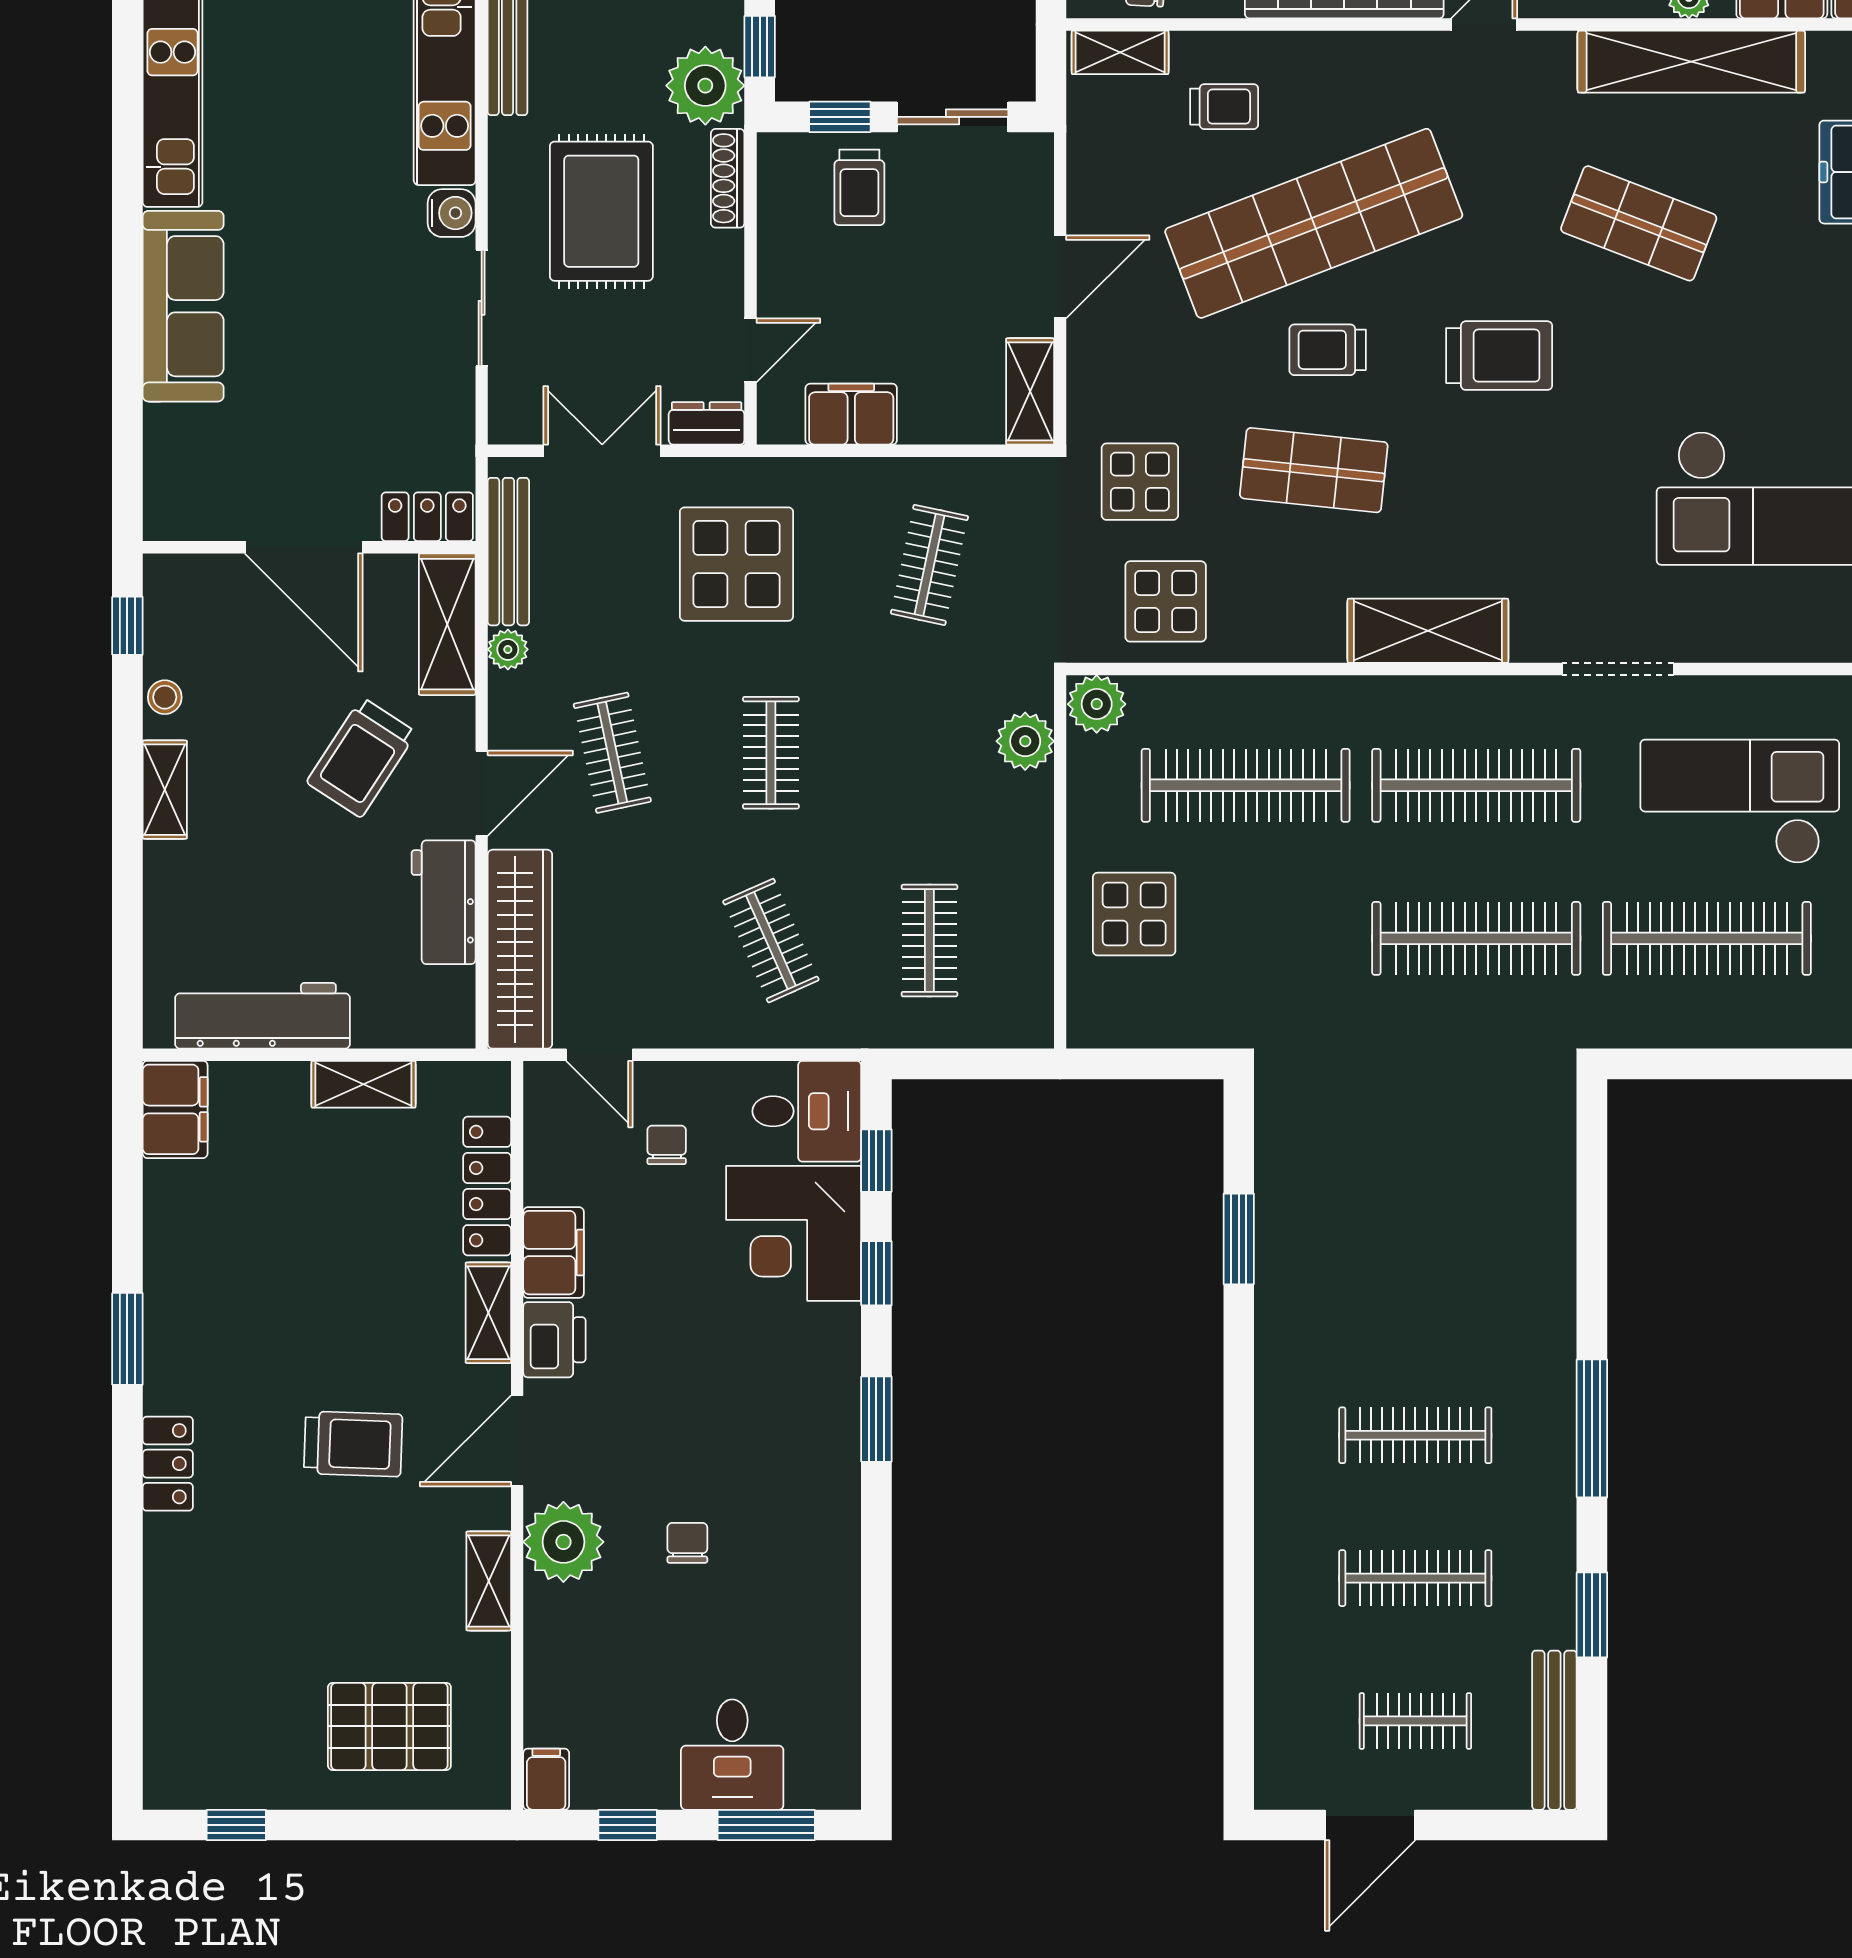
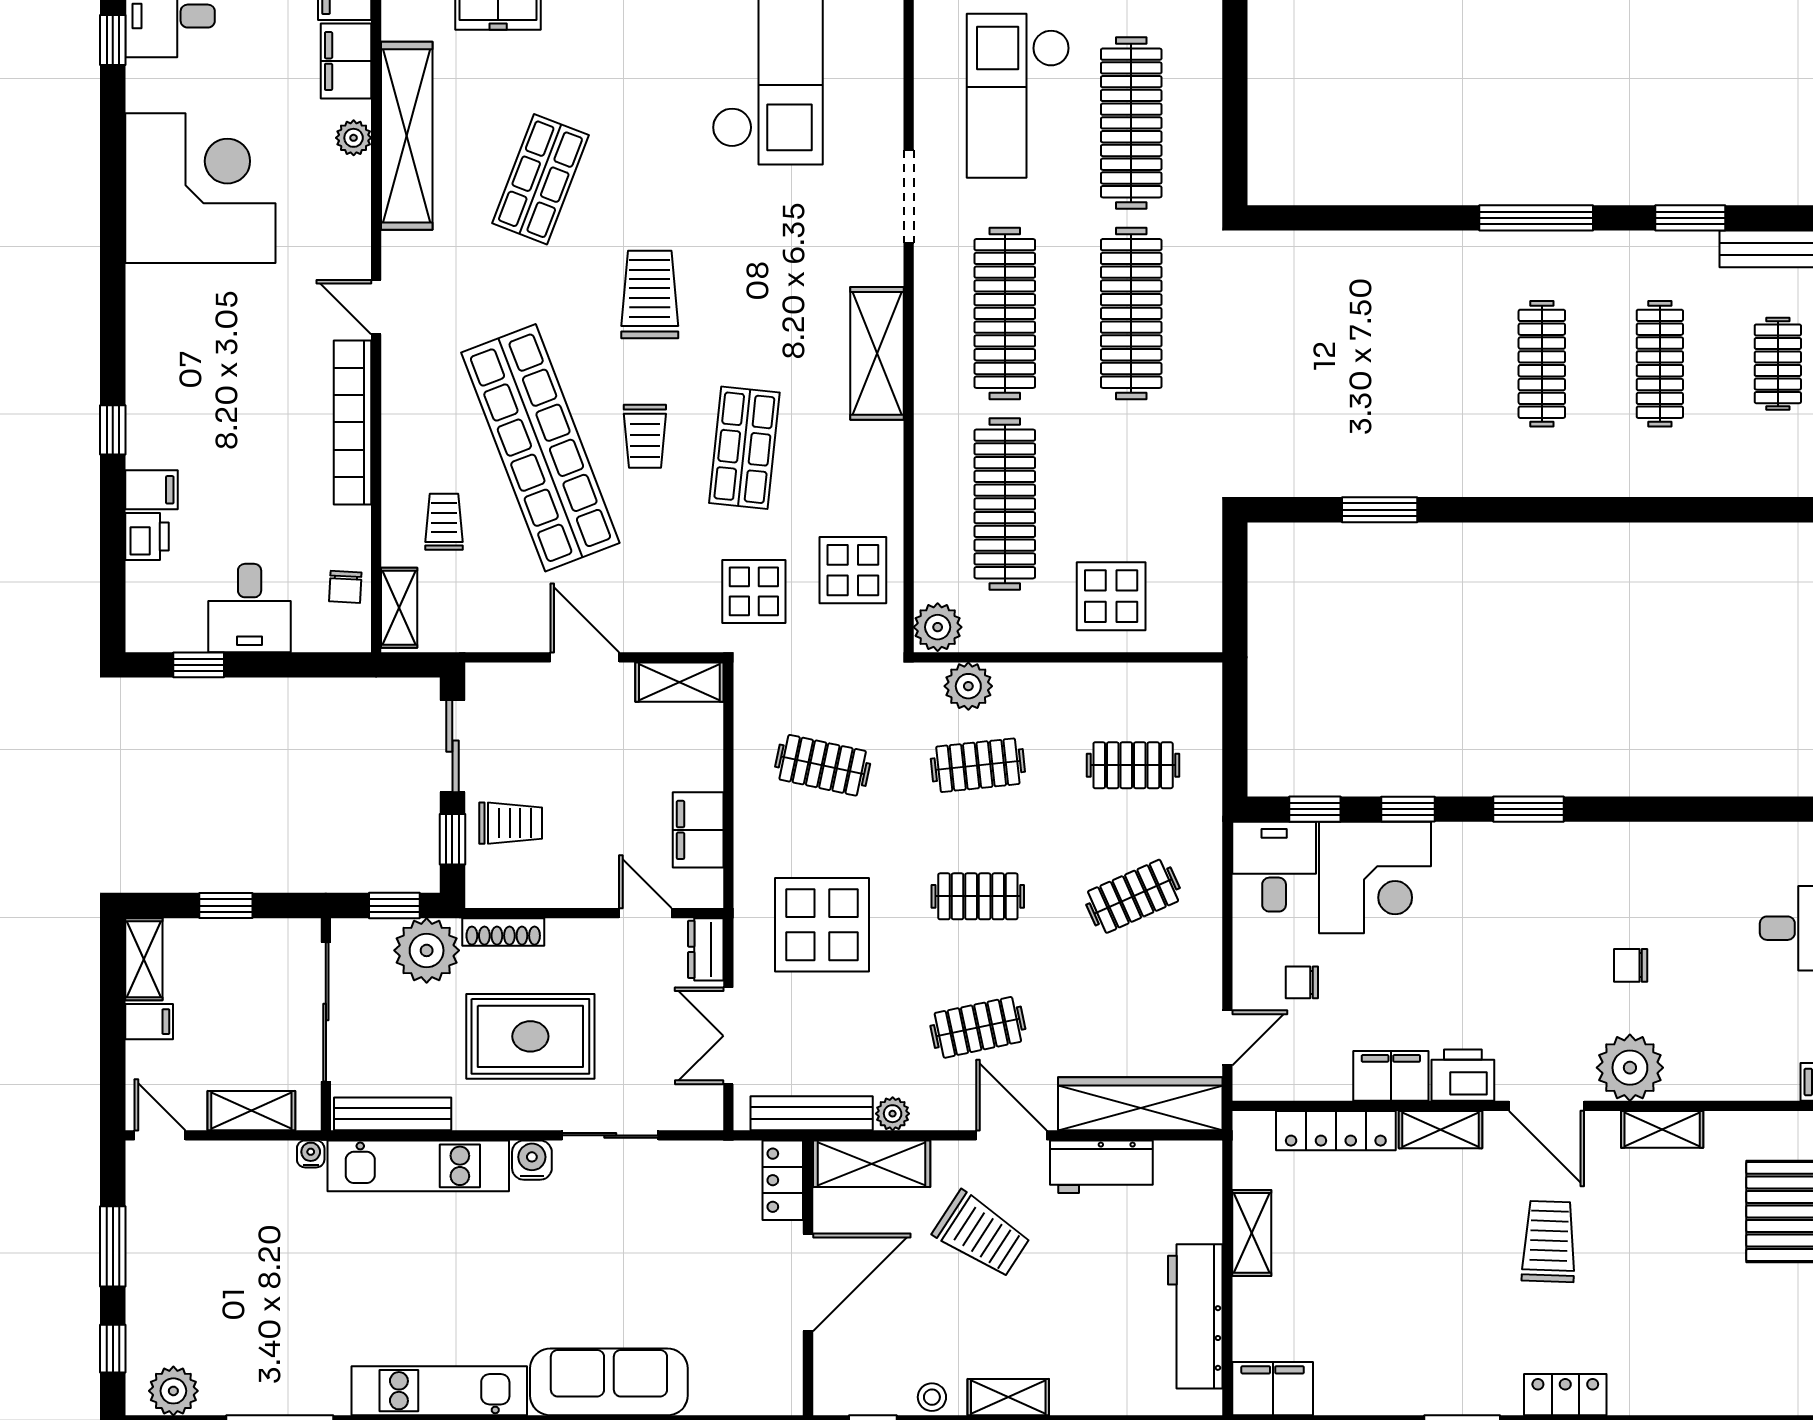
clothes rail: (929, 753) -> (978, 765), added

